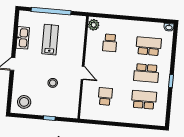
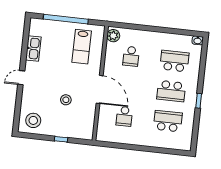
lab bench: (50, 40) -> (82, 47), moved, turned 180
door: (83, 73) -> (100, 89), width x1.87
school desk: (105, 96) -> (124, 116), turned 180

